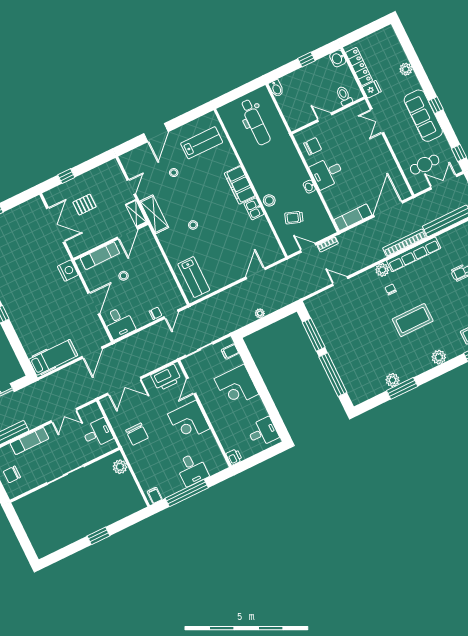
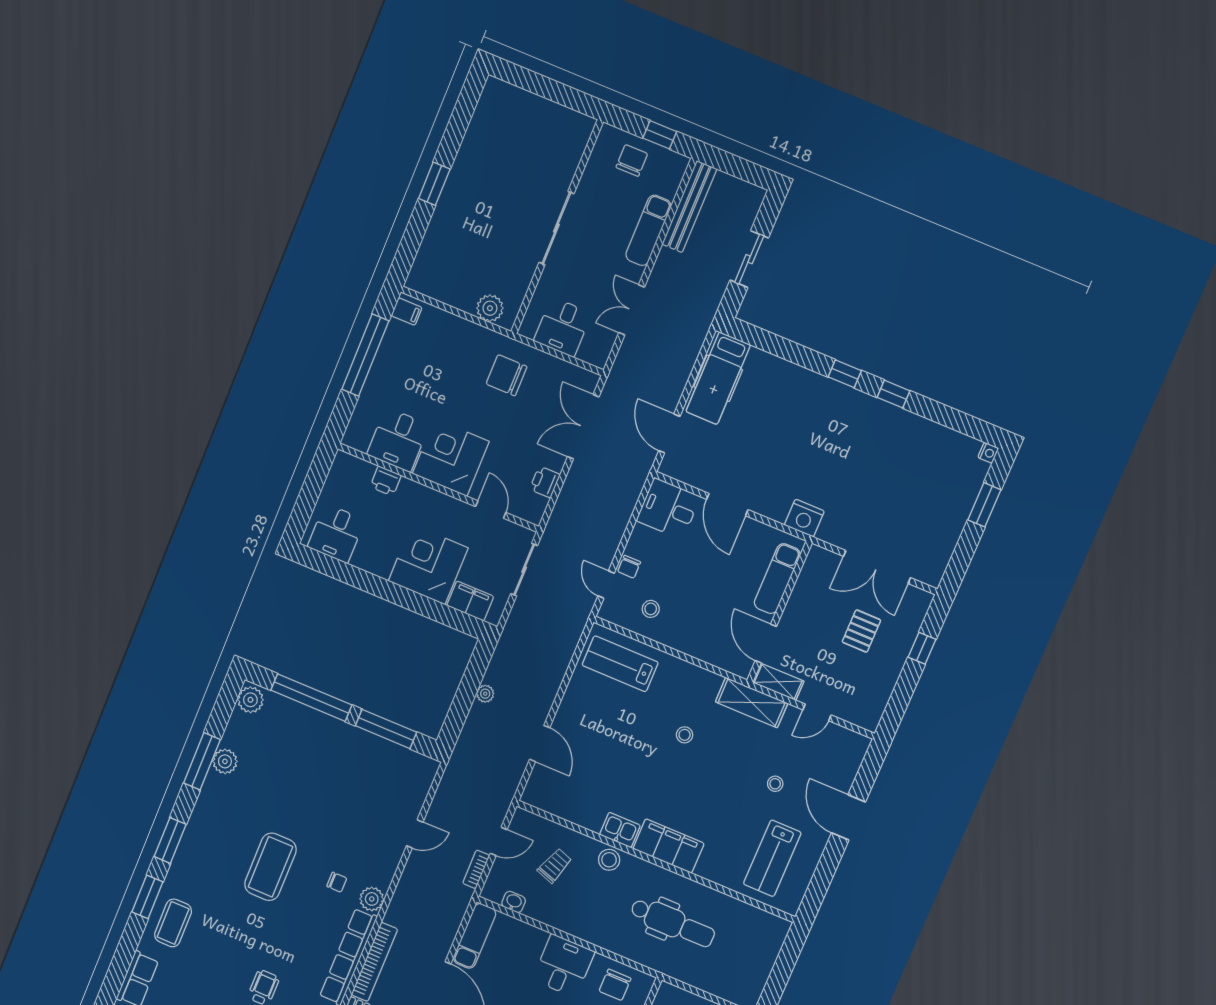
dental chair: (255, 122) -> (673, 923), moved, turned 180
door: (131, 187) -> (817, 712), hinge flipped
washbasin: (309, 187) -> (514, 902), moved
stool: (124, 276) -> (651, 609), moved
filing cabinet: (230, 351) -> (470, 601), width x2.00
plant: (439, 357) -> (250, 700), moved
window: (445, 368) -> (170, 840), added
printer: (166, 378) -> (545, 482), width x0.53, depth x0.68
printer: (234, 457) -> (386, 481), moved
desk: (192, 469) -> (398, 440), moved, turned -90

